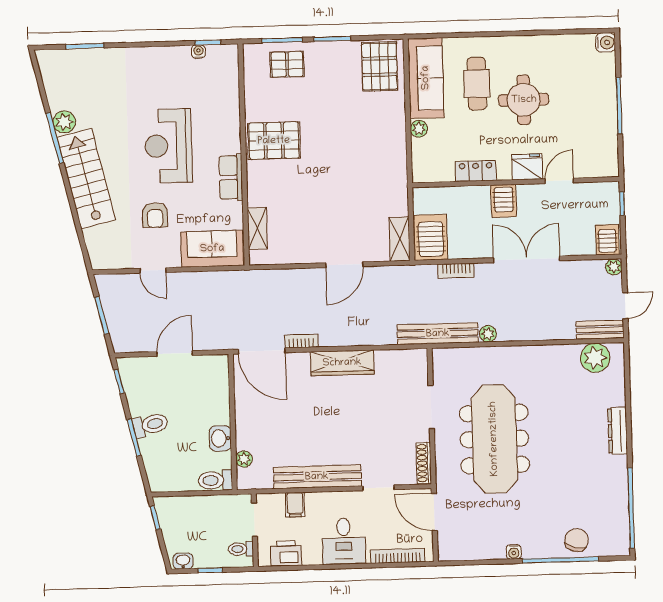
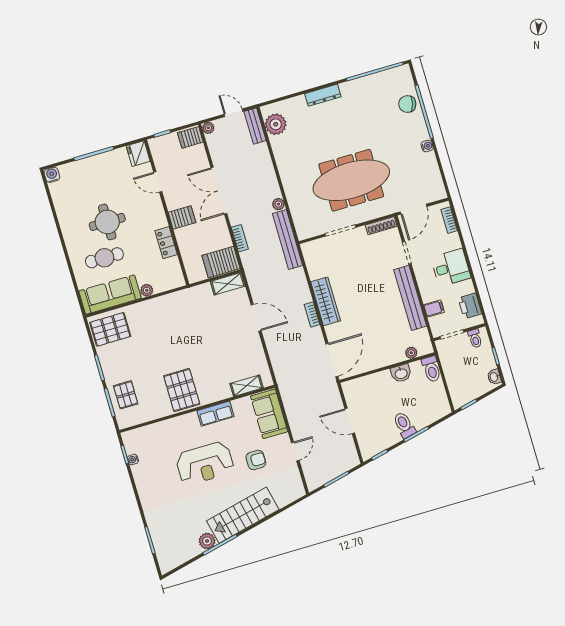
fridge: (527, 167) -> (138, 154), moved
bookcase: (301, 341) -> (312, 315), moved
bookcase: (398, 556) -> (449, 220), width x0.64

